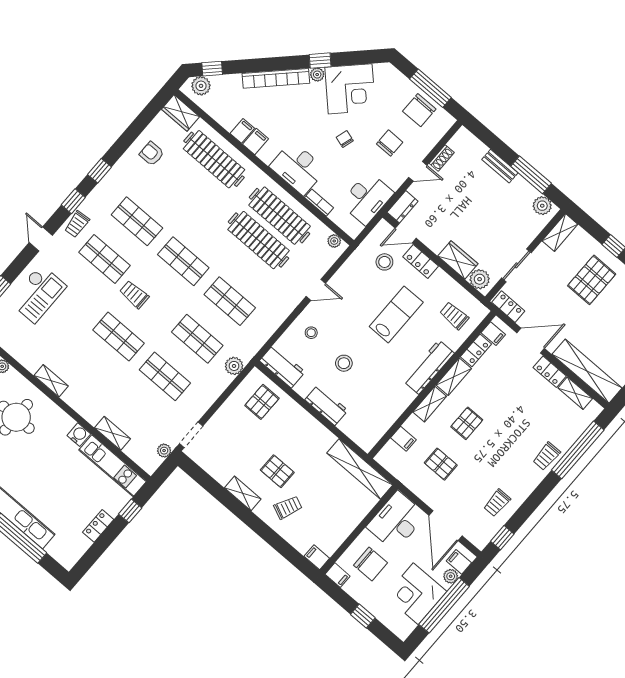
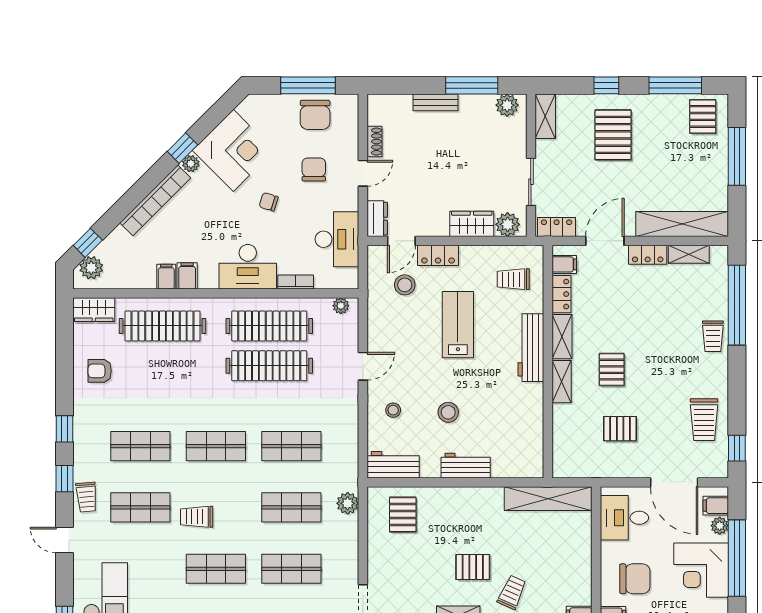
filing cabinet: (403, 439) -> (565, 435), removed
trolley: (497, 503) -> (704, 420), width x1.36, depth x1.39
desk: (396, 521) -> (624, 518), width x0.73

